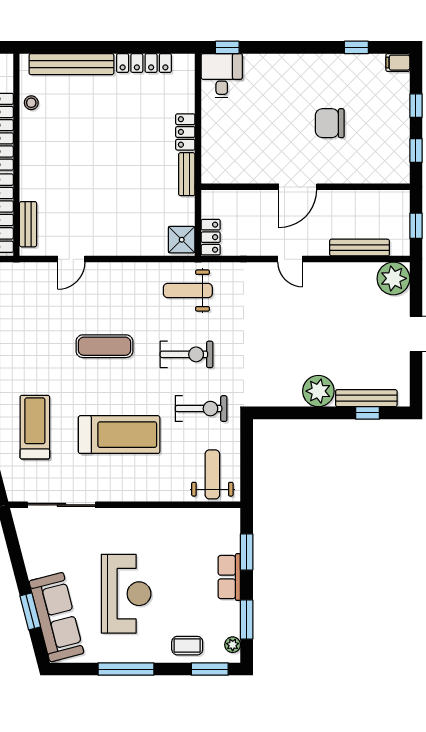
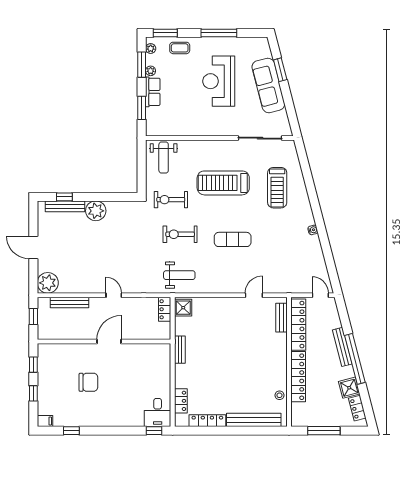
locker: (185, 132) -> (181, 401), moved
plant: (233, 610) -> (151, 71), added
sofa: (56, 617) -> (268, 85), moved

